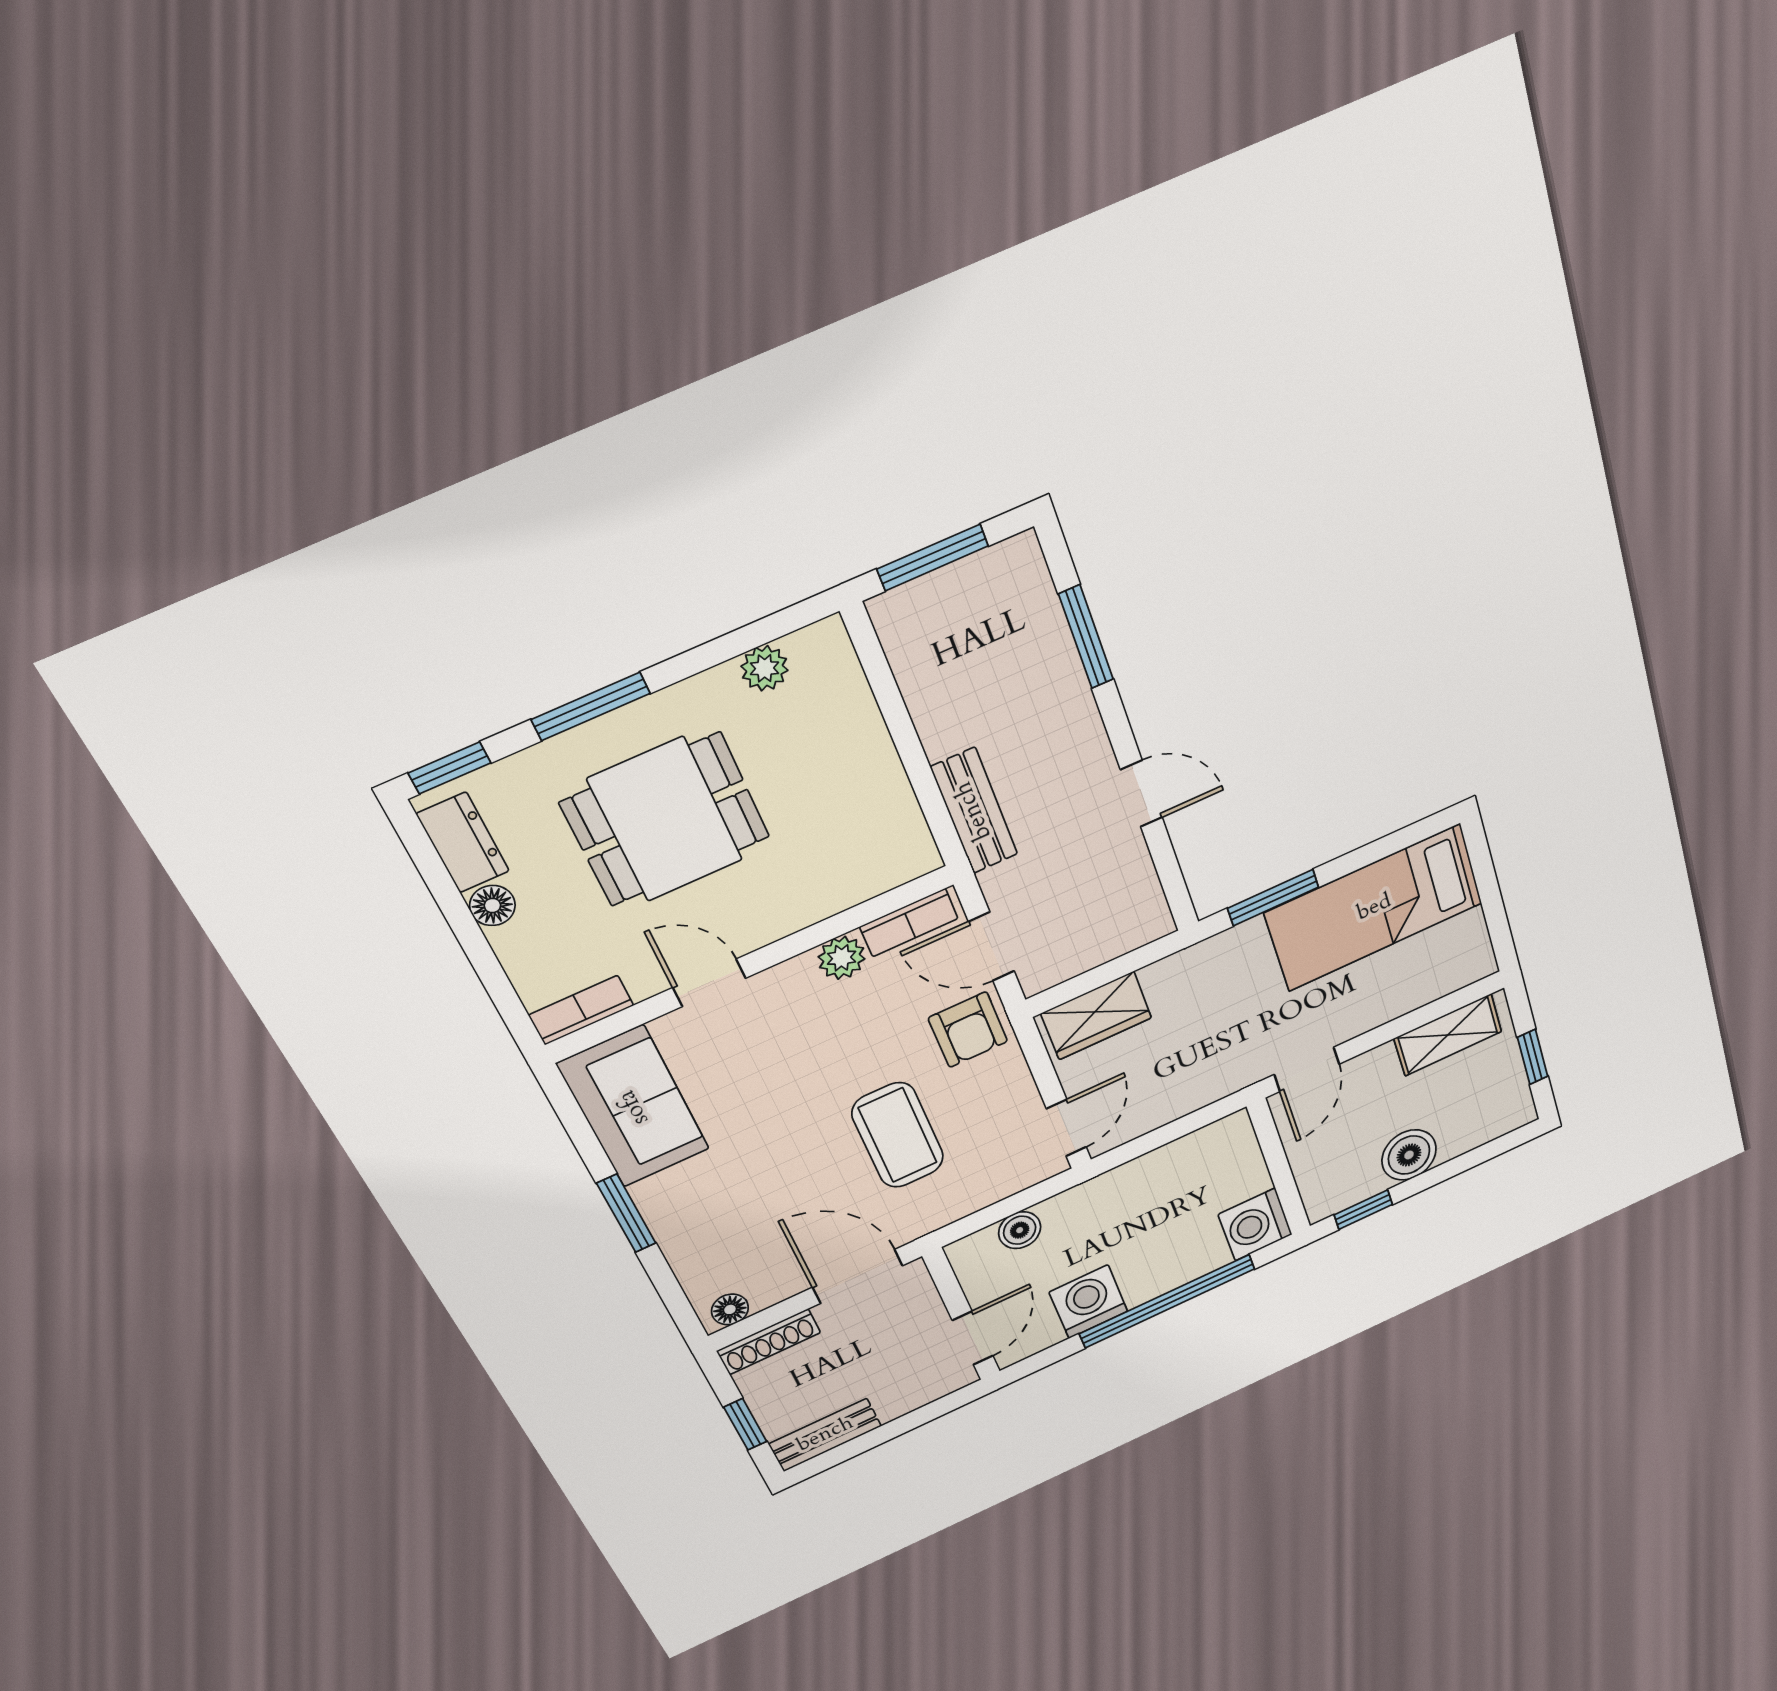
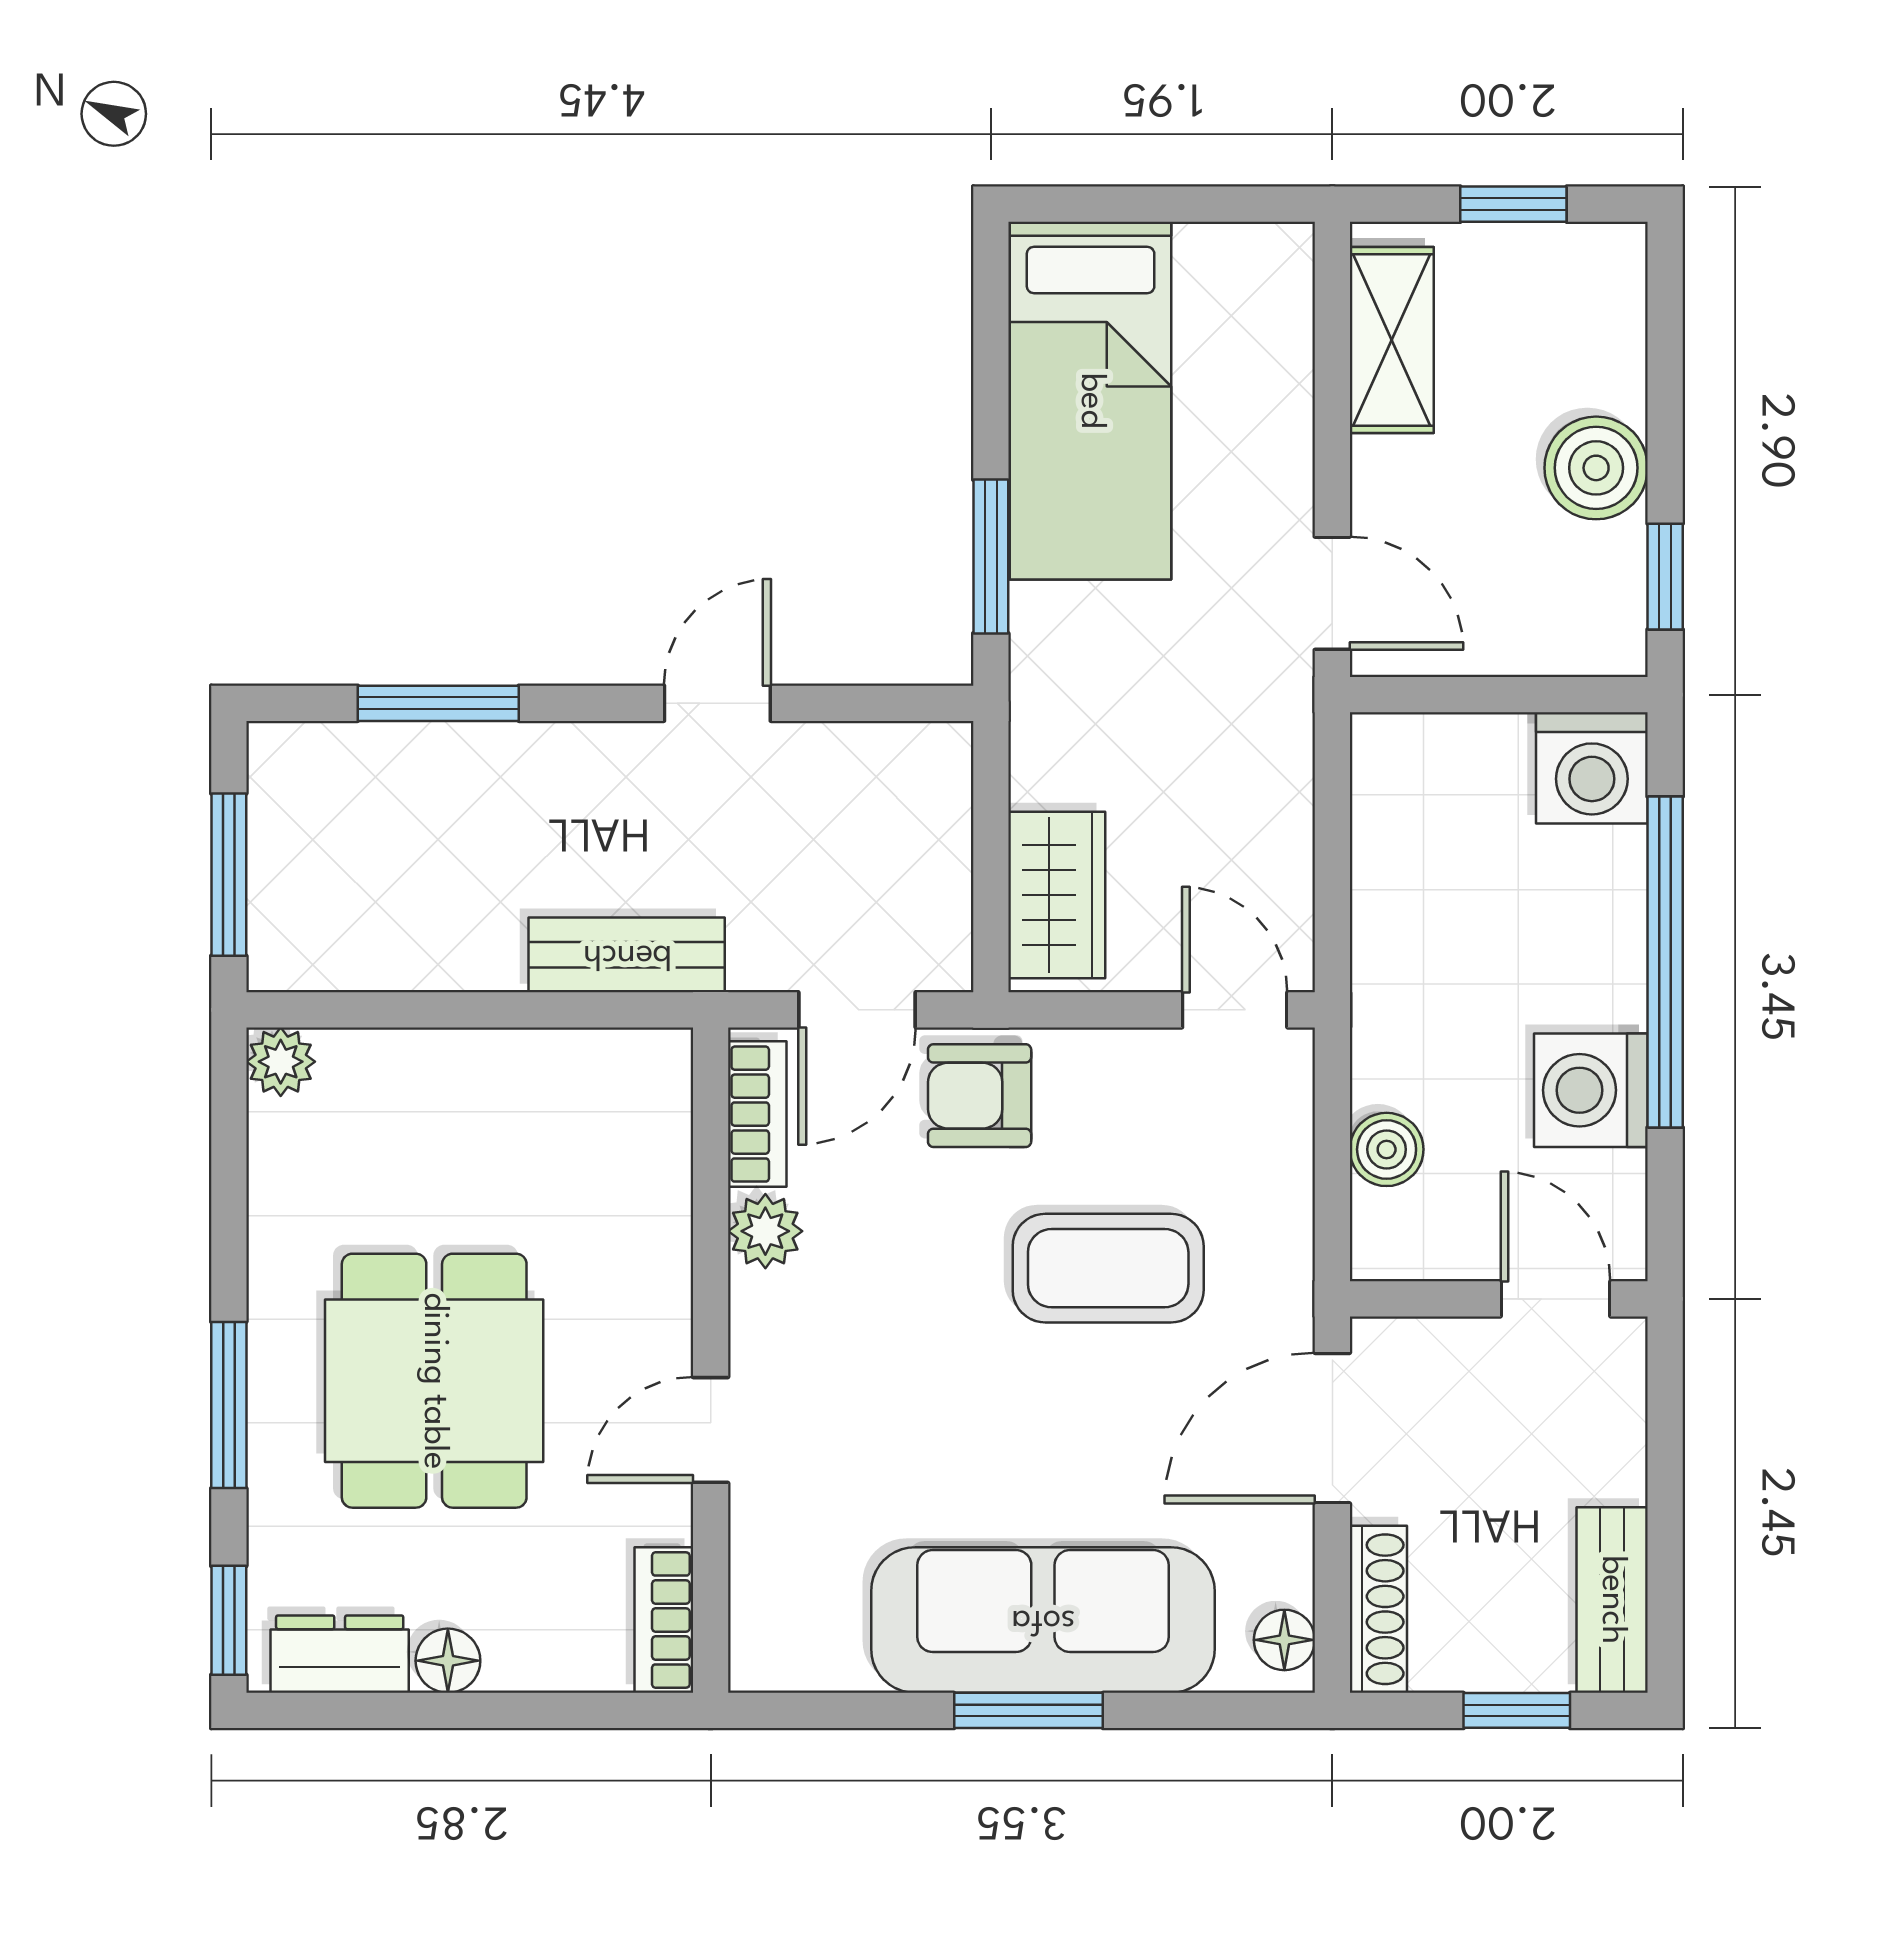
plant: (765, 668) -> (281, 1062), moved
armchair: (968, 1030) -> (980, 1096), turned 180
sofa: (634, 1107) -> (1043, 1620), moved, width x1.36

